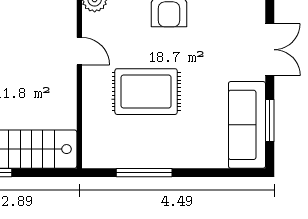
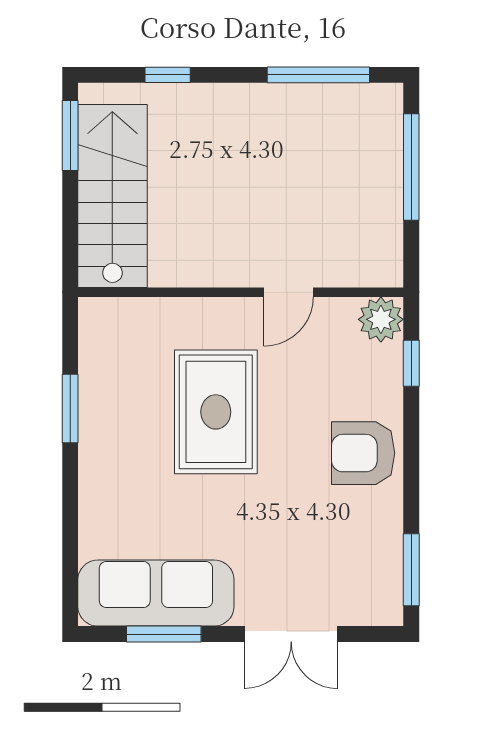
window: (144, 173) -> (70, 408), width x0.69

